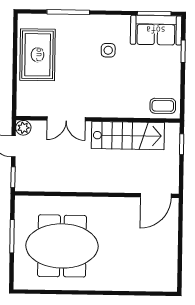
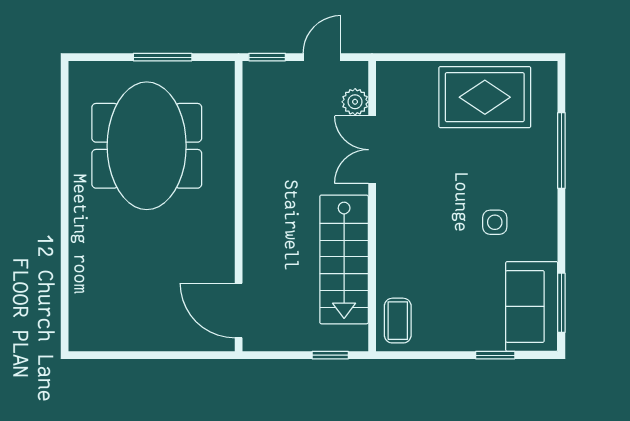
plant: (23, 128) -> (355, 102), moved

